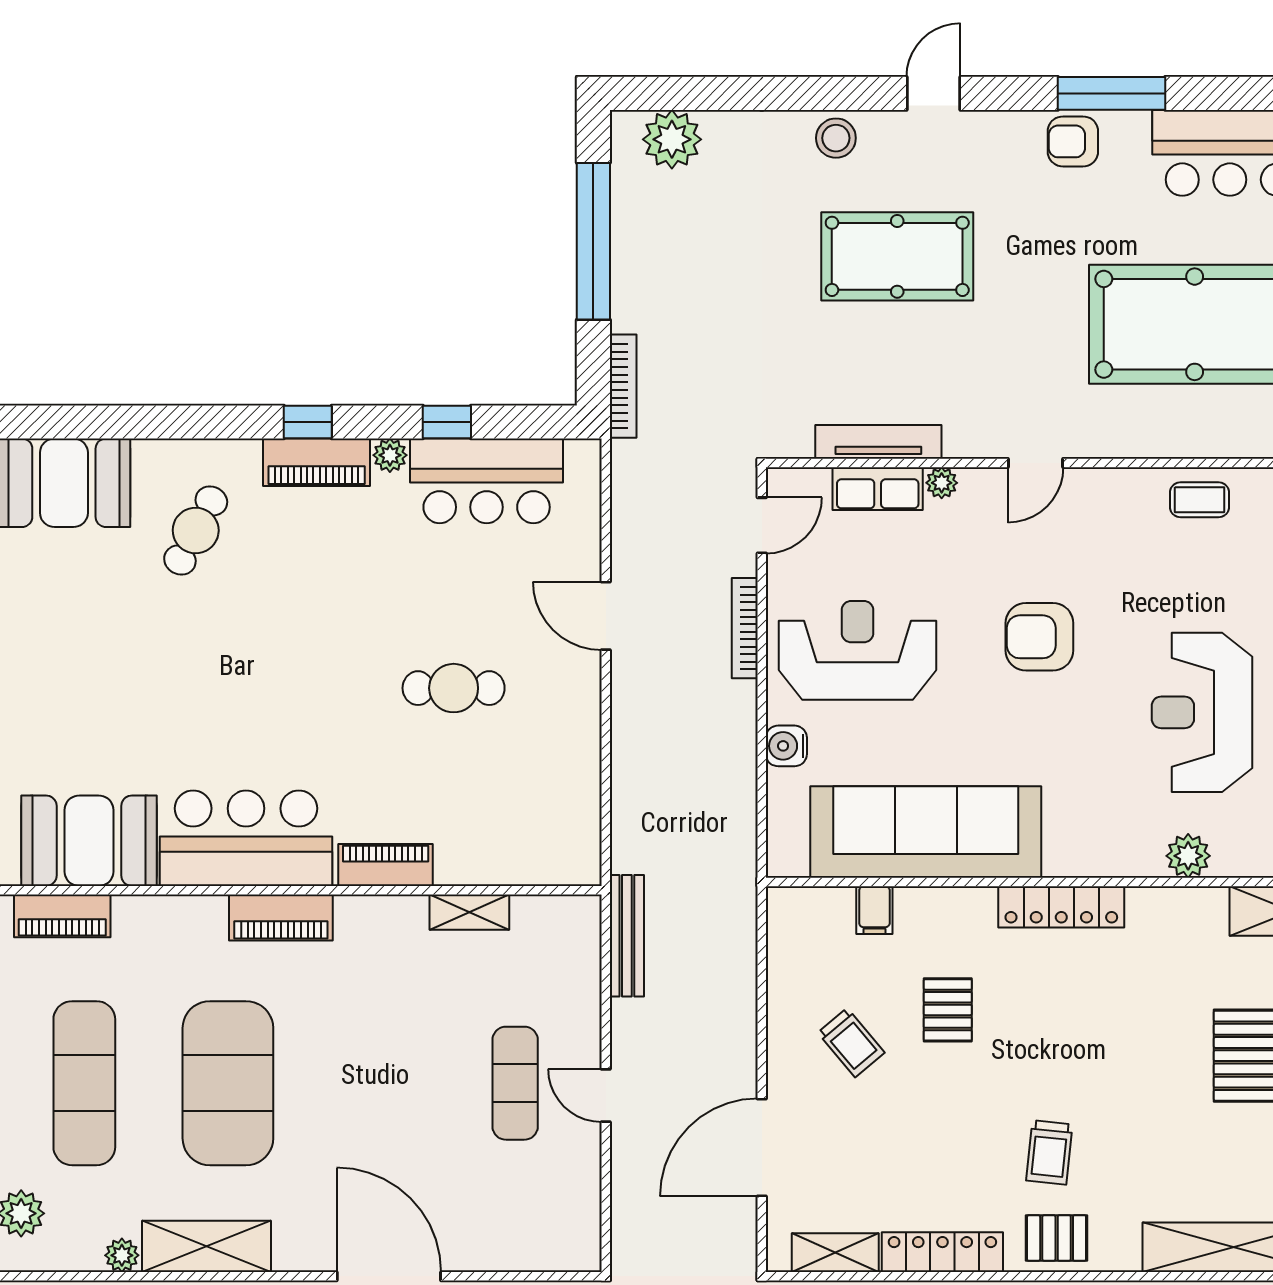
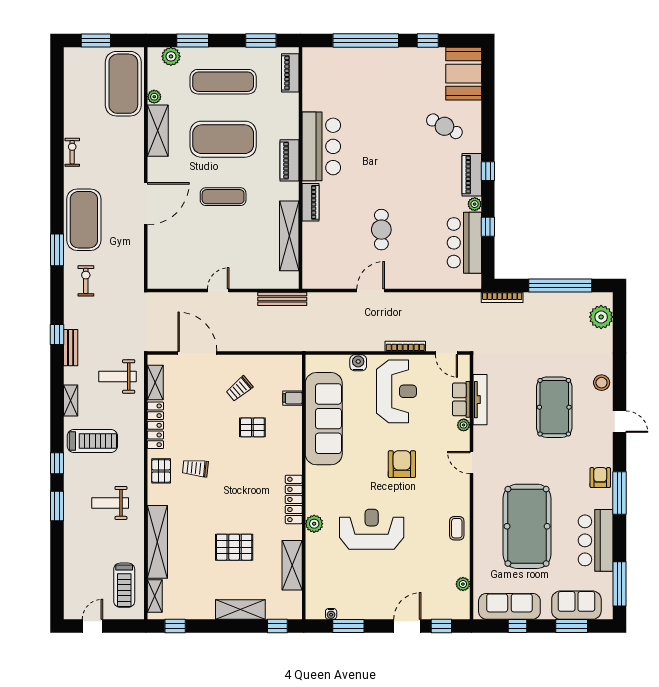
door: (606, 616) -> (371, 290), moved
booth: (89, 841) -> (320, 84), removed
locker: (1061, 907) -> (294, 499), moved
shelving: (469, 912) -> (289, 236), width x2.20, depth x1.33
exercise mat: (515, 1083) -> (223, 197), moved

